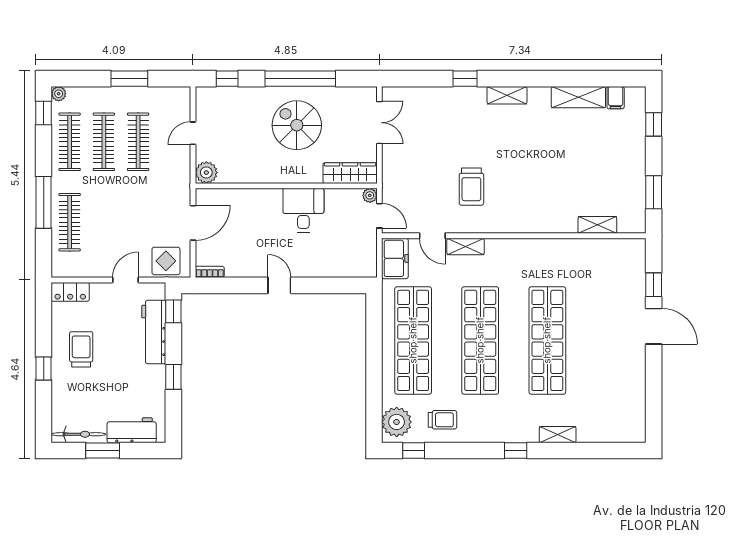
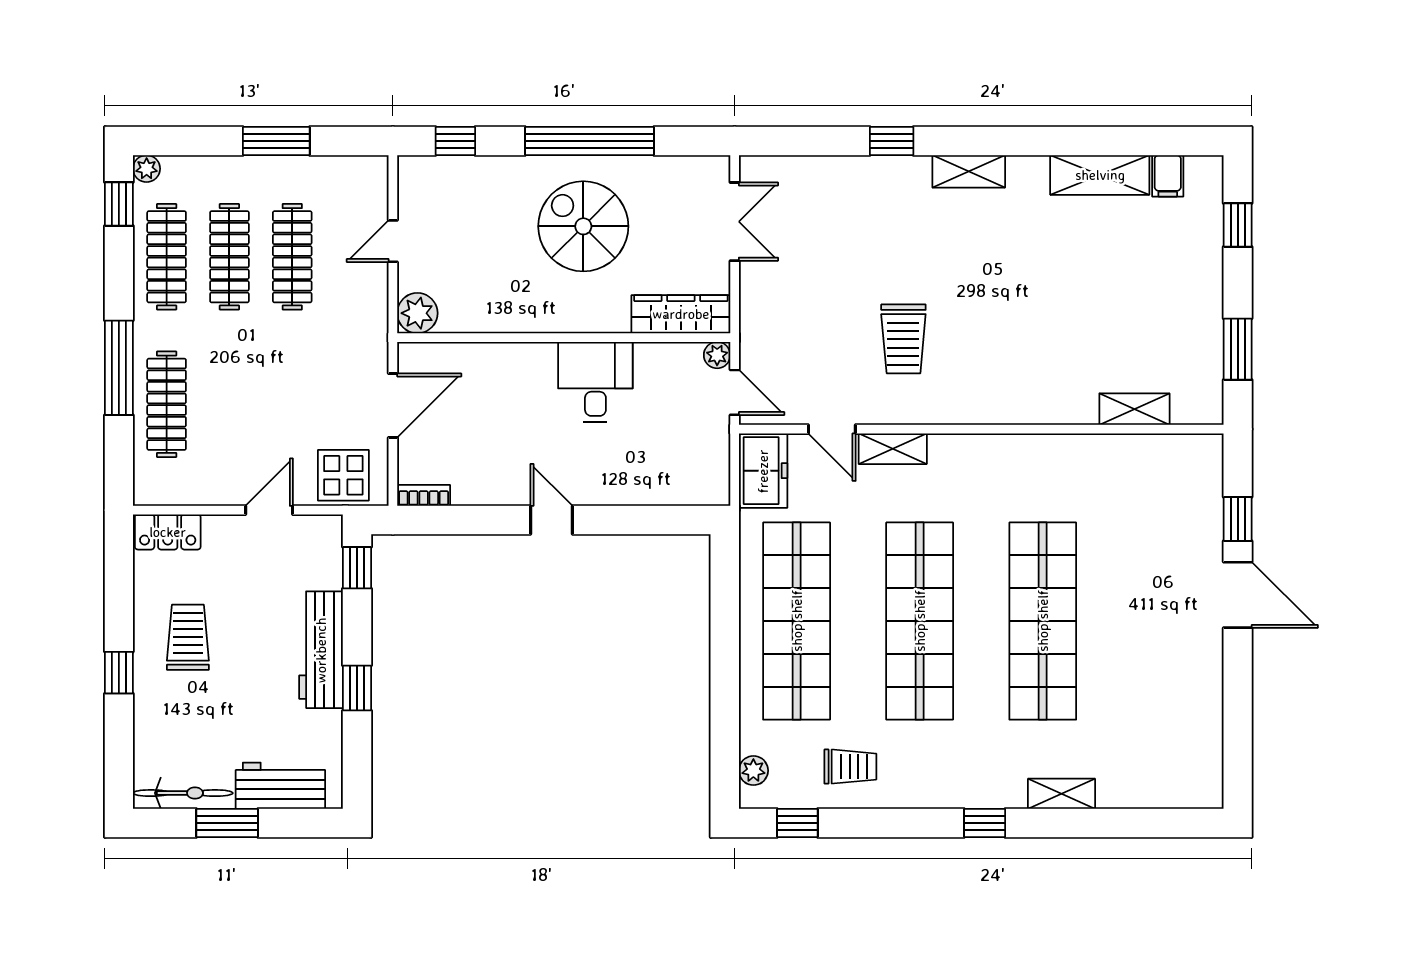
workbench: (154, 332) -> (321, 650), moved
plant: (397, 422) -> (753, 771), width x0.53, depth x0.53

